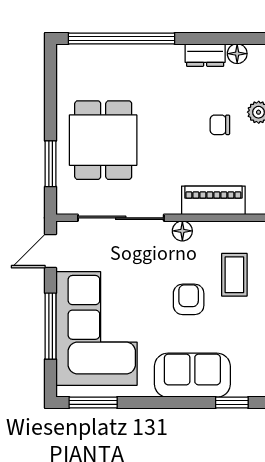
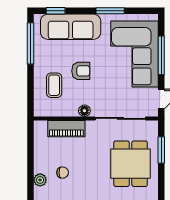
armchair: (189, 299) -> (81, 71), turned -90
sofa: (192, 375) -> (71, 27), width x1.36
window: (93, 403) -> (110, 11), moved

